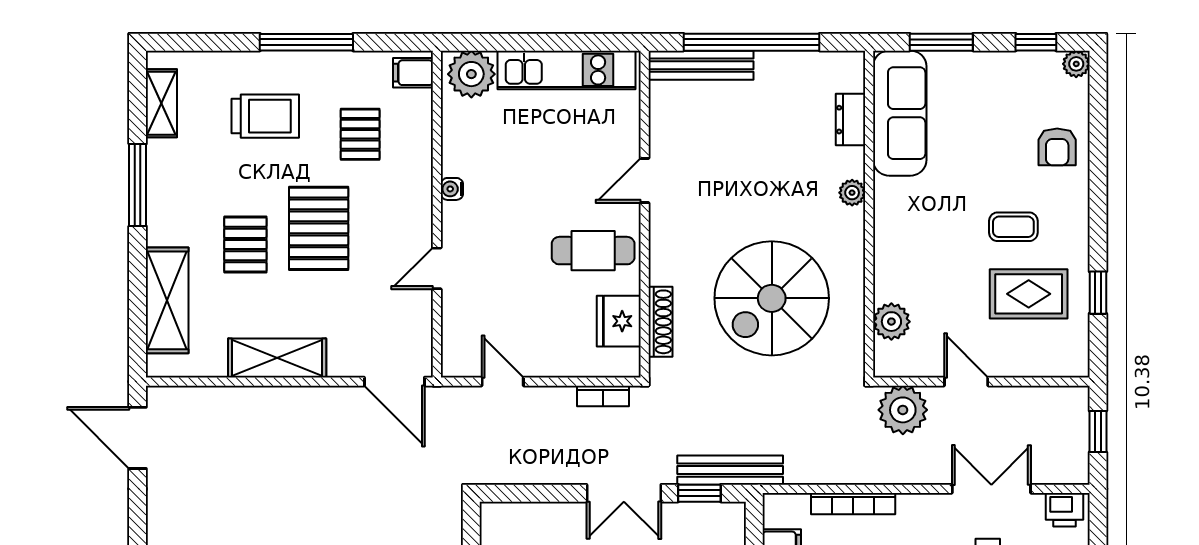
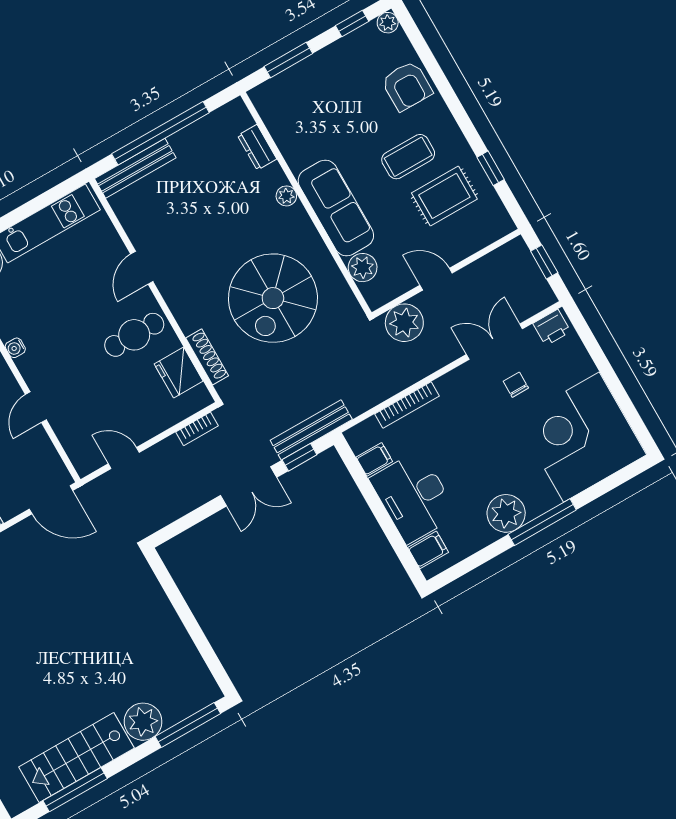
sofa: (900, 113) -> (336, 208), moved
armchair: (1057, 147) -> (407, 86), width x1.38, depth x1.38
coffee table: (1013, 227) -> (408, 157), width x1.36, depth x1.30

